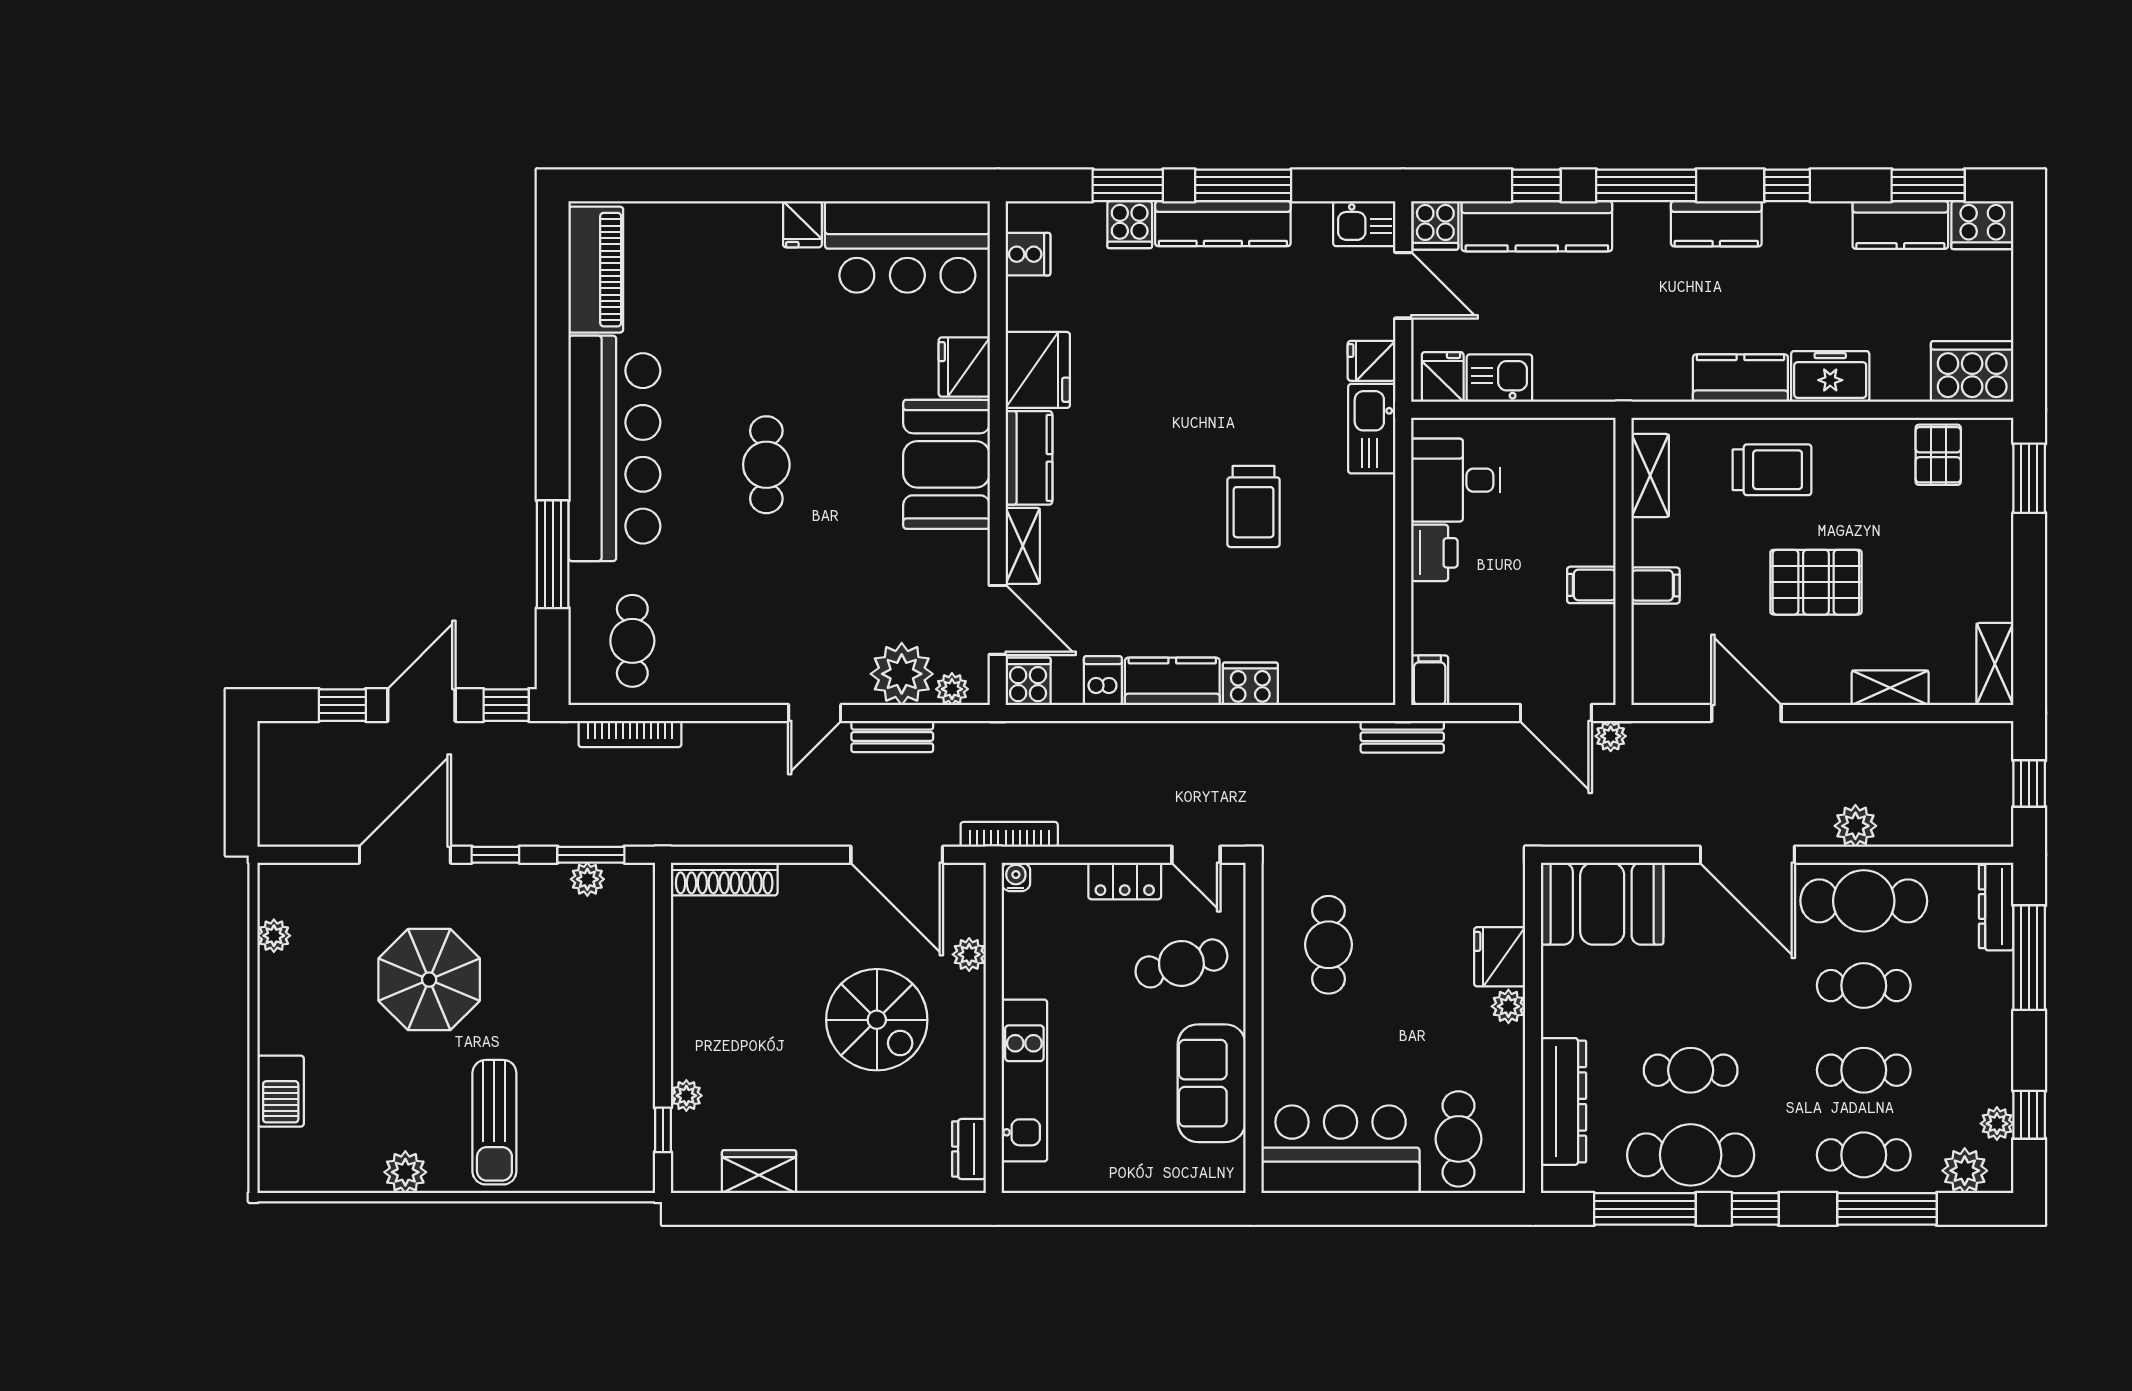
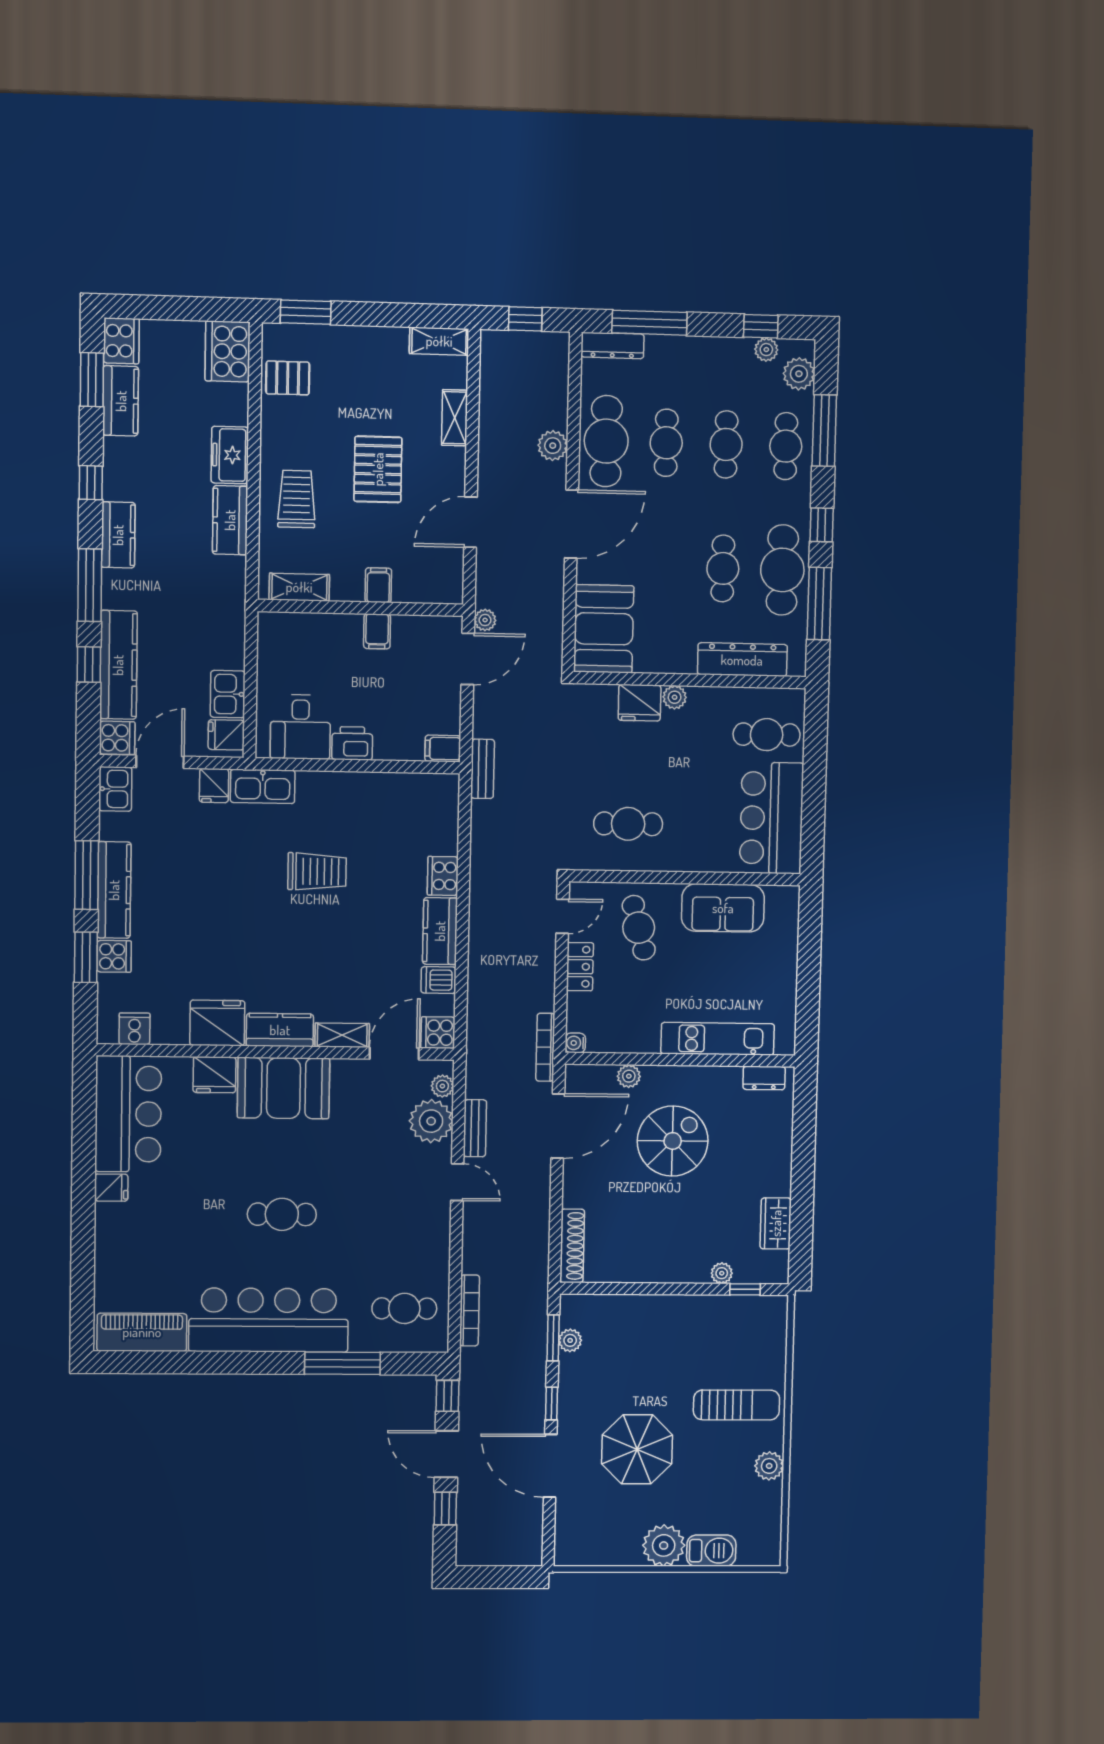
plant: (274, 936) -> (664, 1545), moved, width x1.88, depth x1.88

